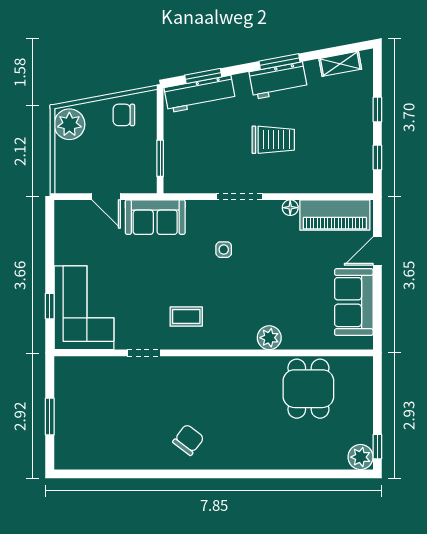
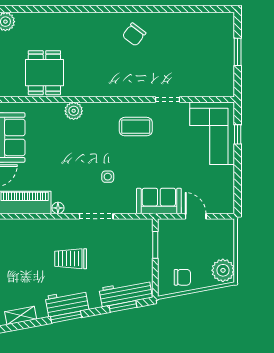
coffee table: (186, 317) -> (136, 127), width x1.36, depth x1.30

